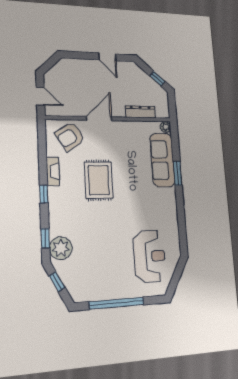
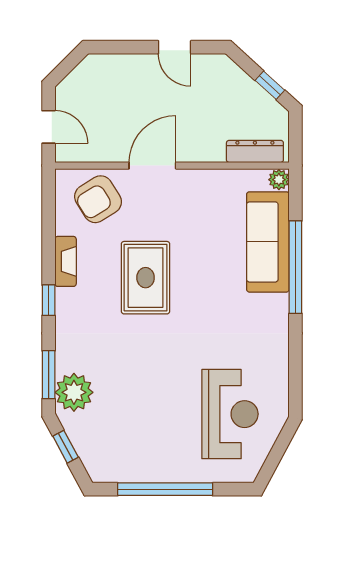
dresser: (140, 112) -> (255, 151), moved
window: (178, 173) -> (295, 267), width x2.11
window: (45, 238) -> (49, 375), width x1.50

